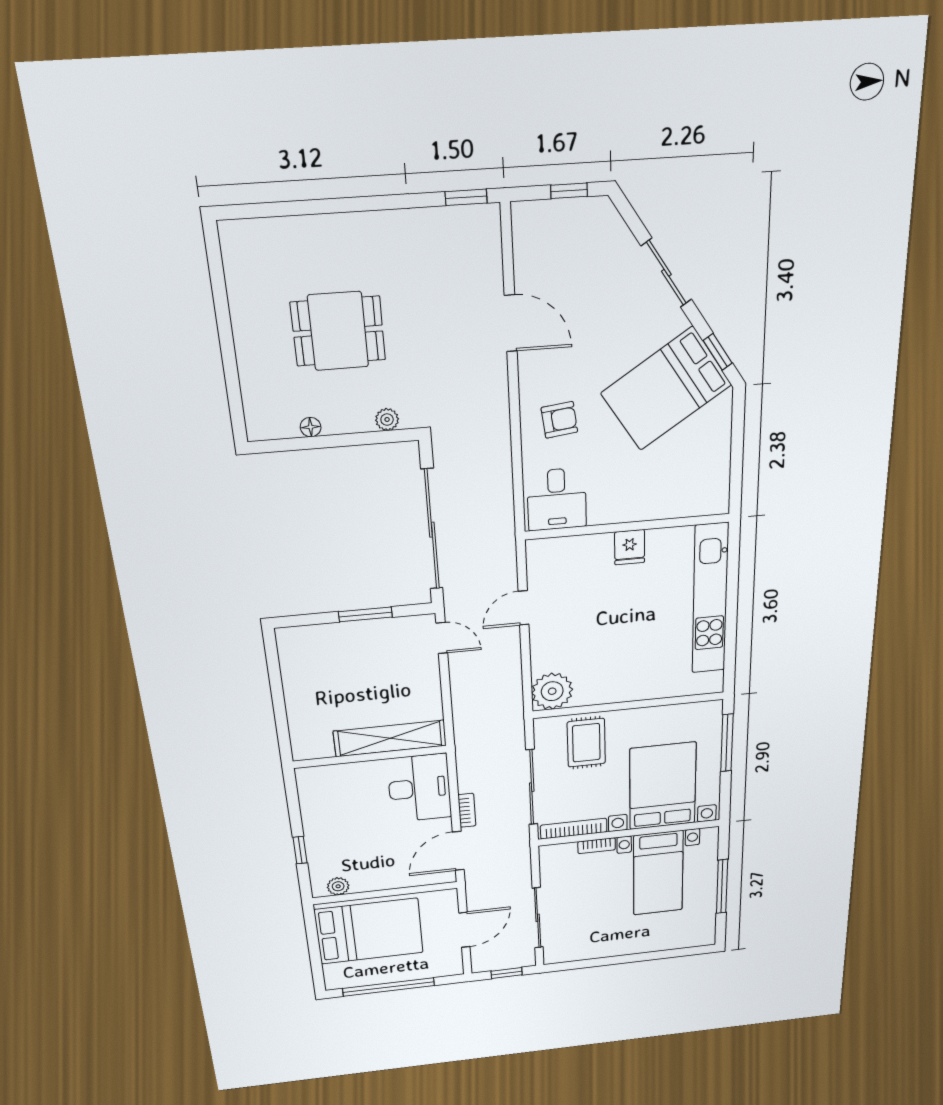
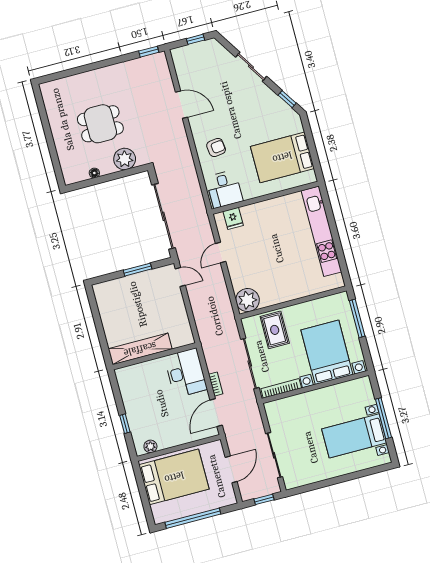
bed: (666, 389) -> (282, 157), moved, turned 33
plant: (387, 420) -> (125, 159), width x1.87, depth x1.87
fridge: (630, 547) -> (233, 218), moved
shelving: (390, 738) -> (140, 349), moved
bookcase: (597, 846) -> (298, 399), removed
bed with nightstands: (658, 873) -> (354, 436), moved, turned 90

